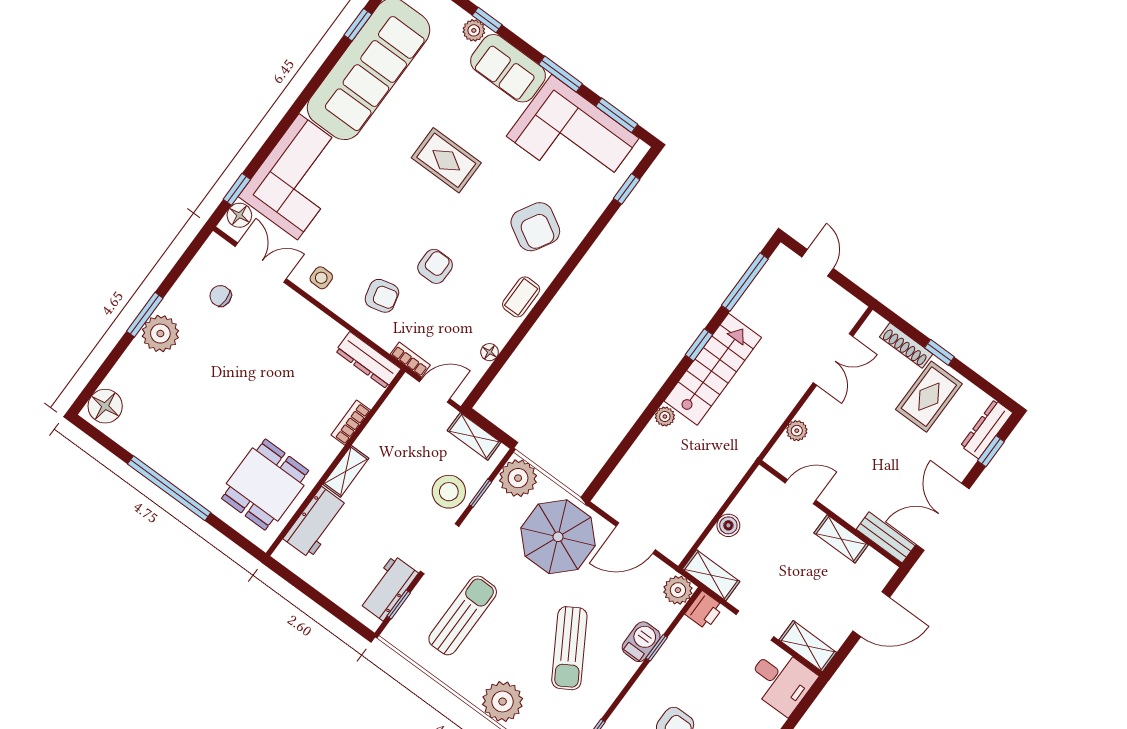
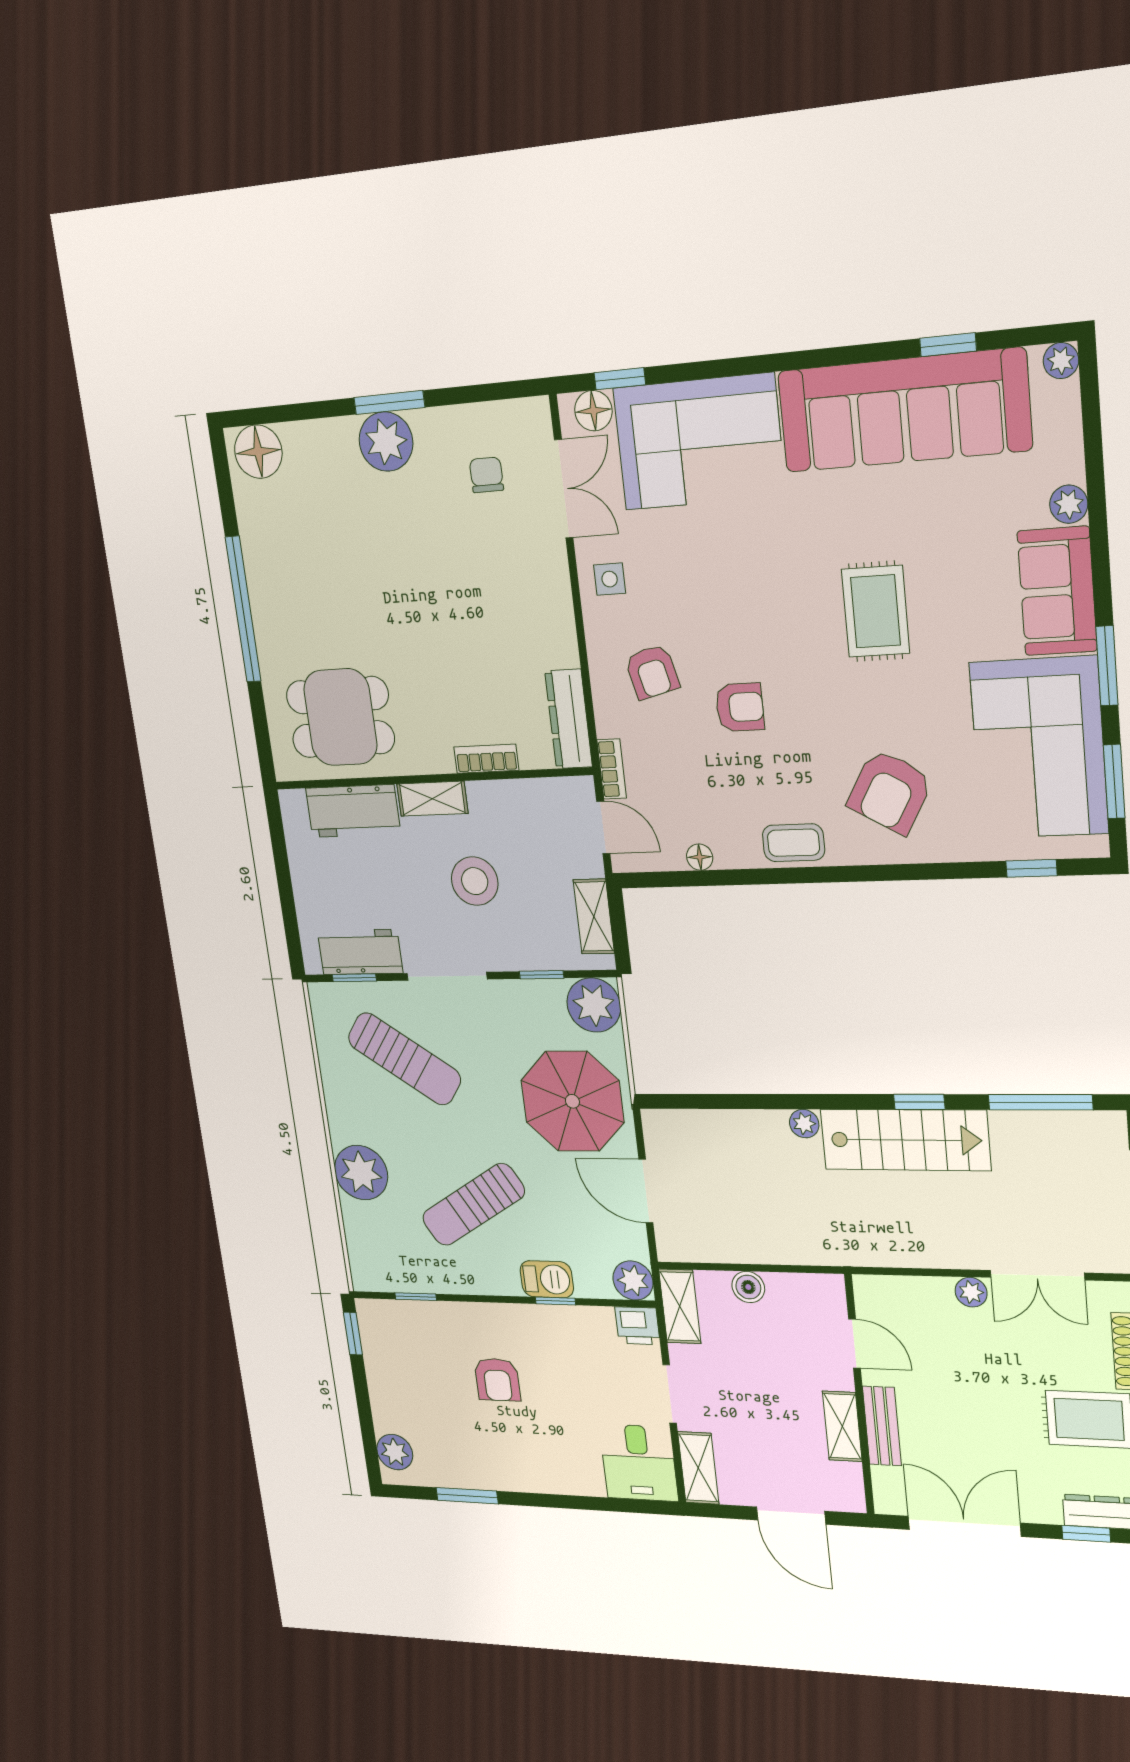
window: (487, 20) -> (1097, 510), removed
plant: (797, 431) -> (971, 1292), moved
stool: (449, 492) -> (475, 881), moved
bench: (886, 537) -> (882, 1426), moved
sun lounger: (463, 615) -> (404, 1059), turned 35

